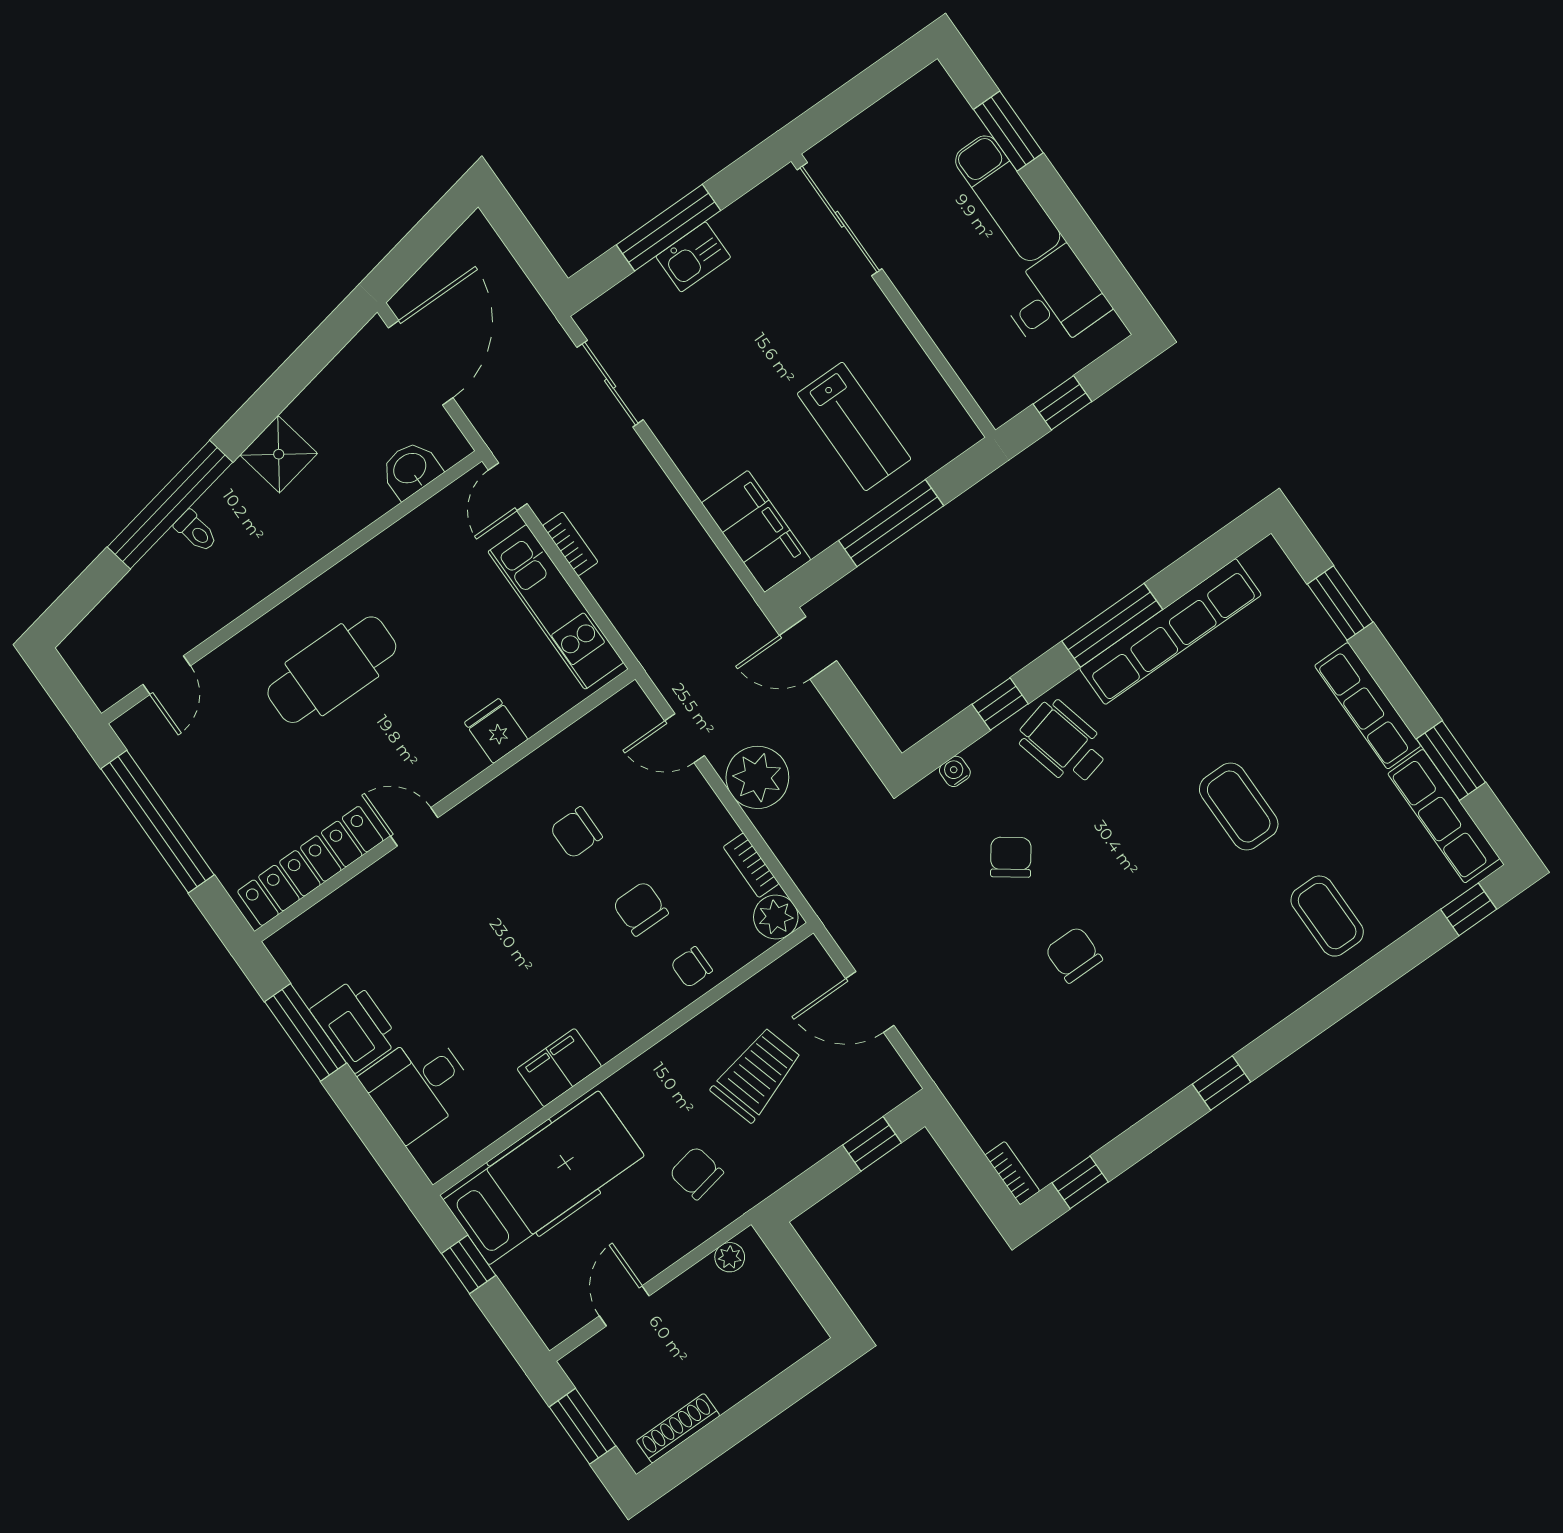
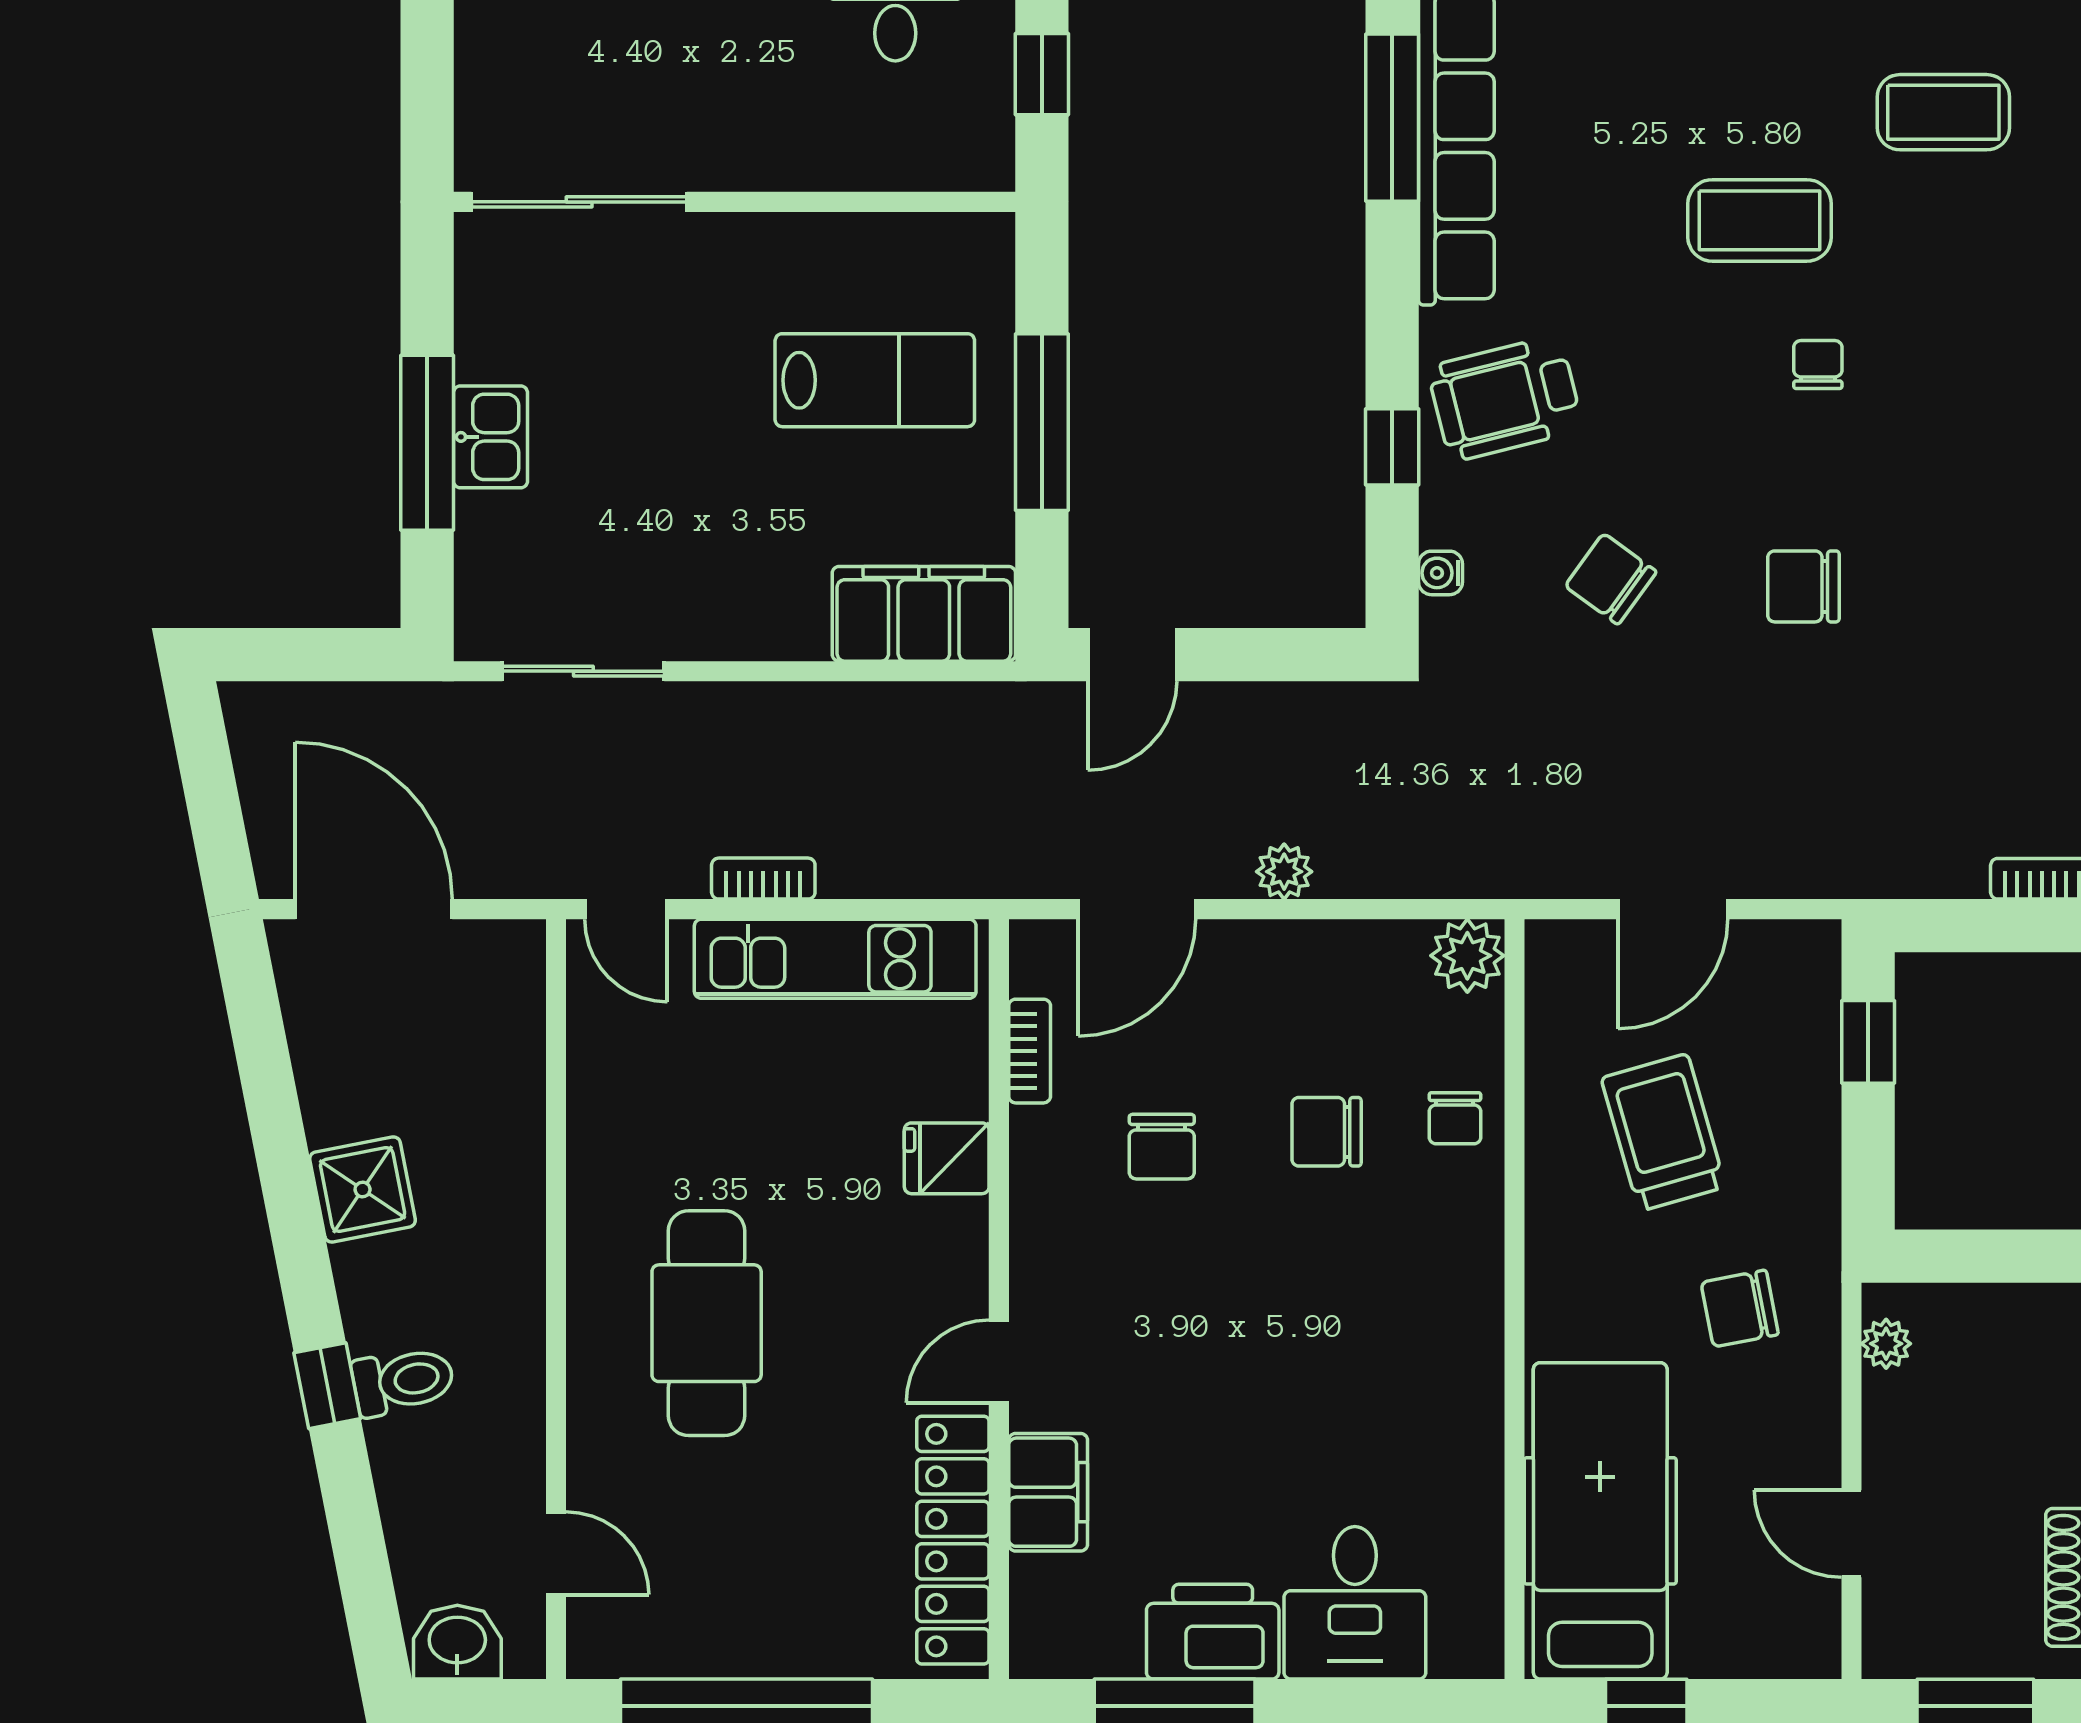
washbasin: (411, 469) -> (457, 1642), moved, turned 90
window: (170, 505) -> (327, 1386), width x0.32
toilet: (196, 531) -> (403, 1381), width x1.37, depth x1.39
window: (1112, 625) -> (1392, 118), moved
door: (684, 738) -> (1137, 909), width x1.38
plant: (757, 777) -> (1284, 872), width x0.53, depth x0.53
bookcase: (751, 865) -> (1030, 1051), moved, turned -90
chair: (1188, 885) -> (1818, 365), added
coffee table: (1327, 916) -> (1943, 112), moved
filing cabinet: (559, 1068) -> (1048, 1492), moved, turned 180

